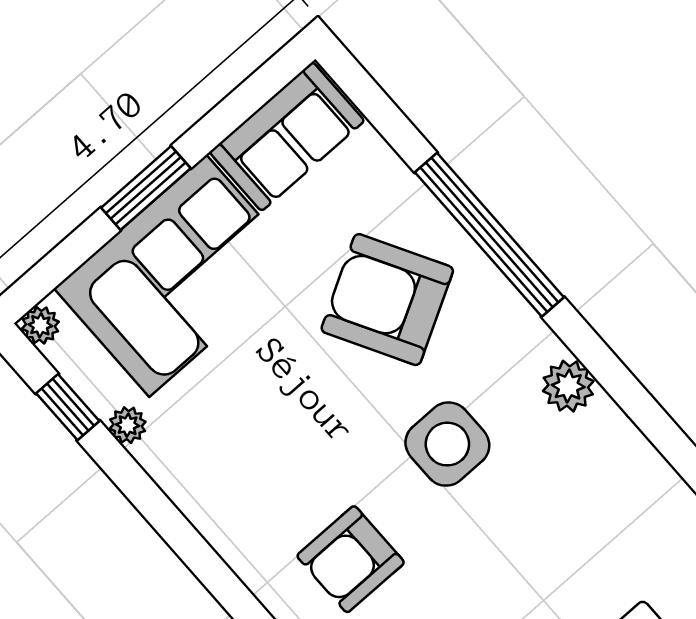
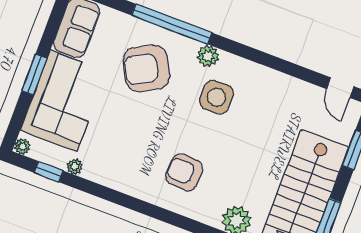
plant: (568, 386) -> (208, 56), moved
side table: (447, 444) -> (217, 97), moved
armchair: (351, 559) -> (184, 172), turned 93

